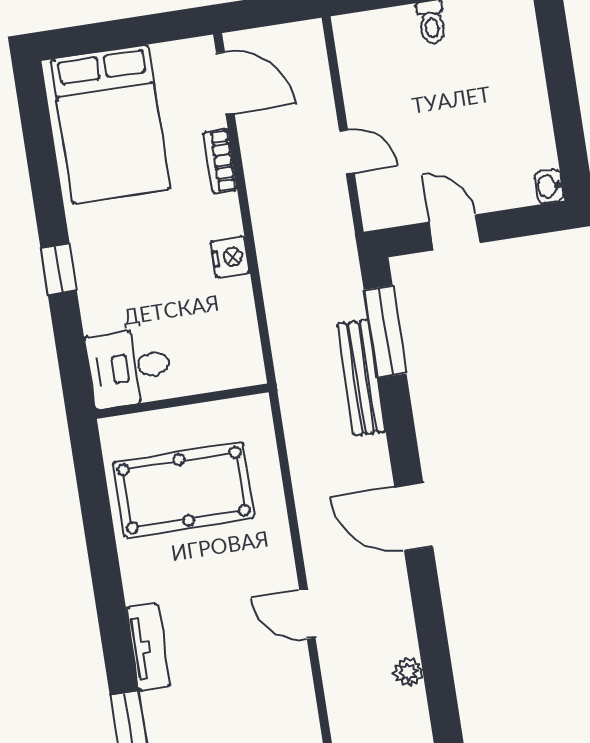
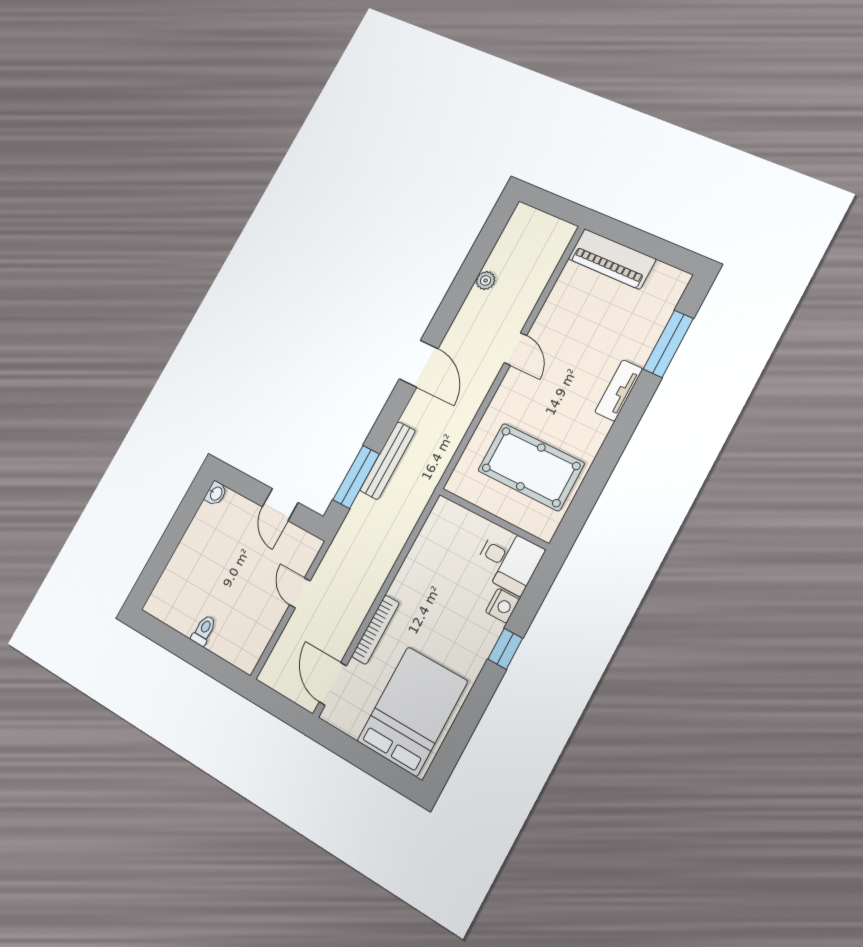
bookcase: (220, 161) -> (375, 630), width x1.56
nightstand: (230, 257) -> (502, 606), moved, turned 180

